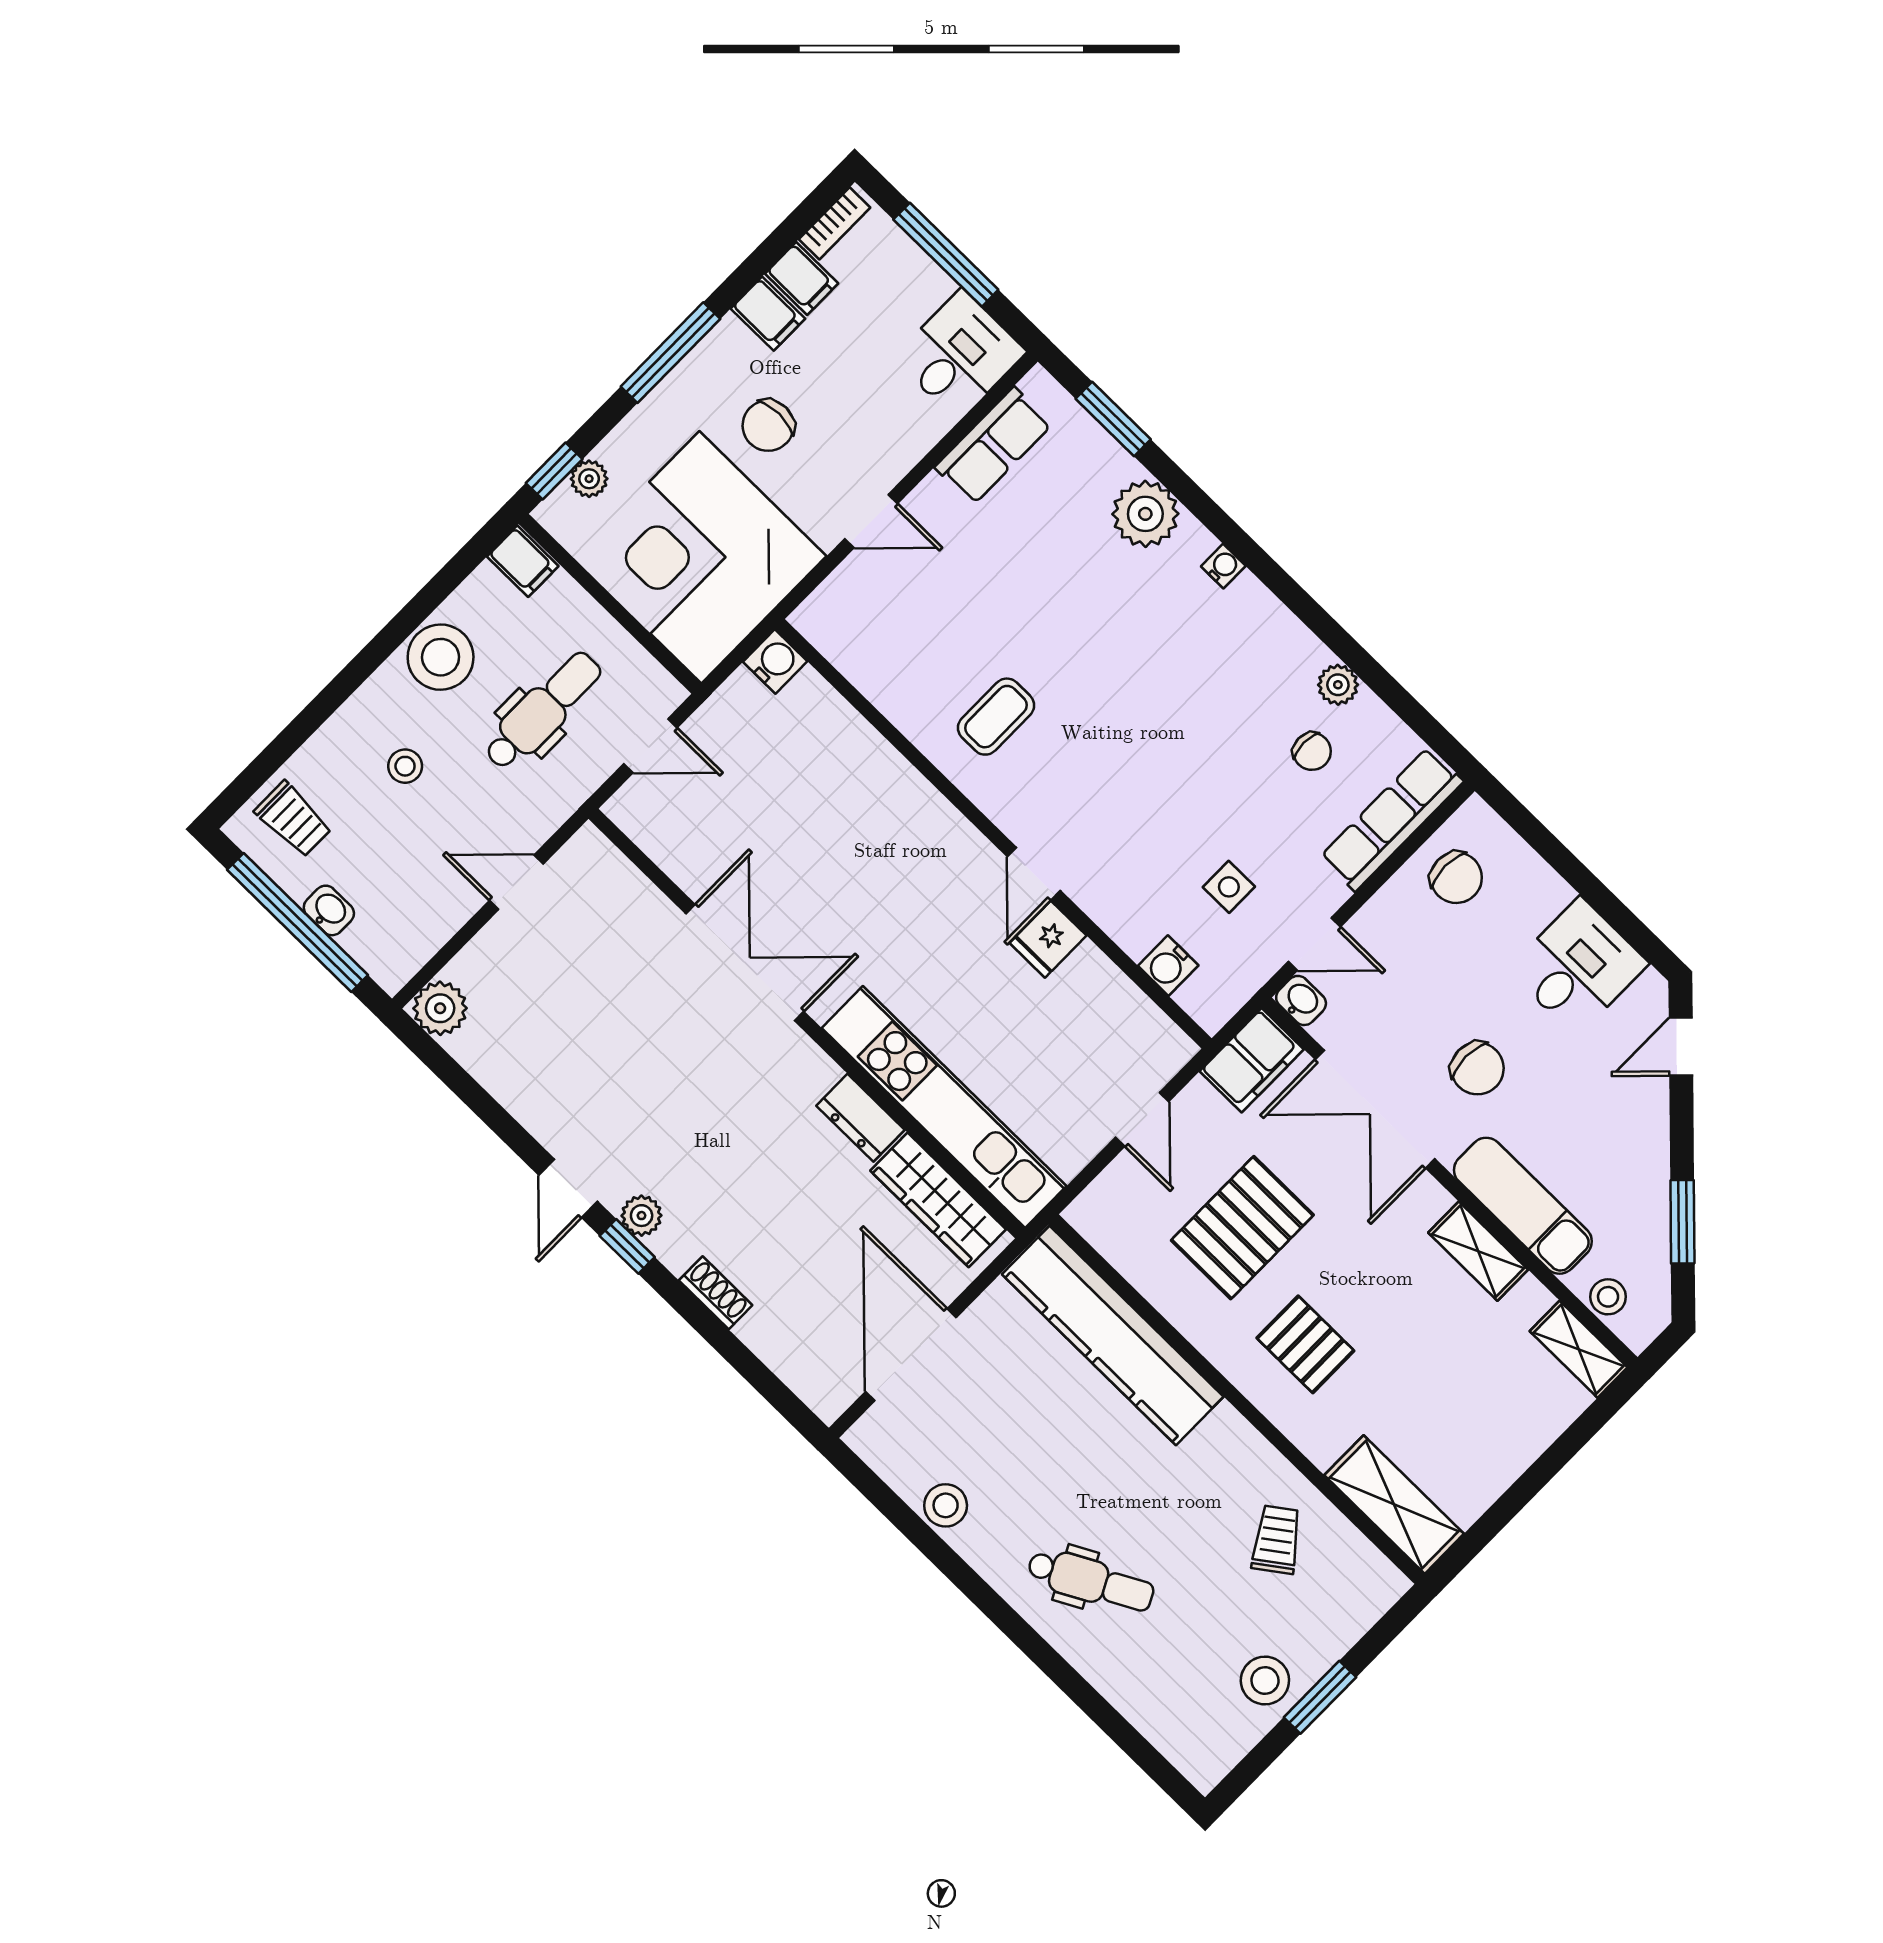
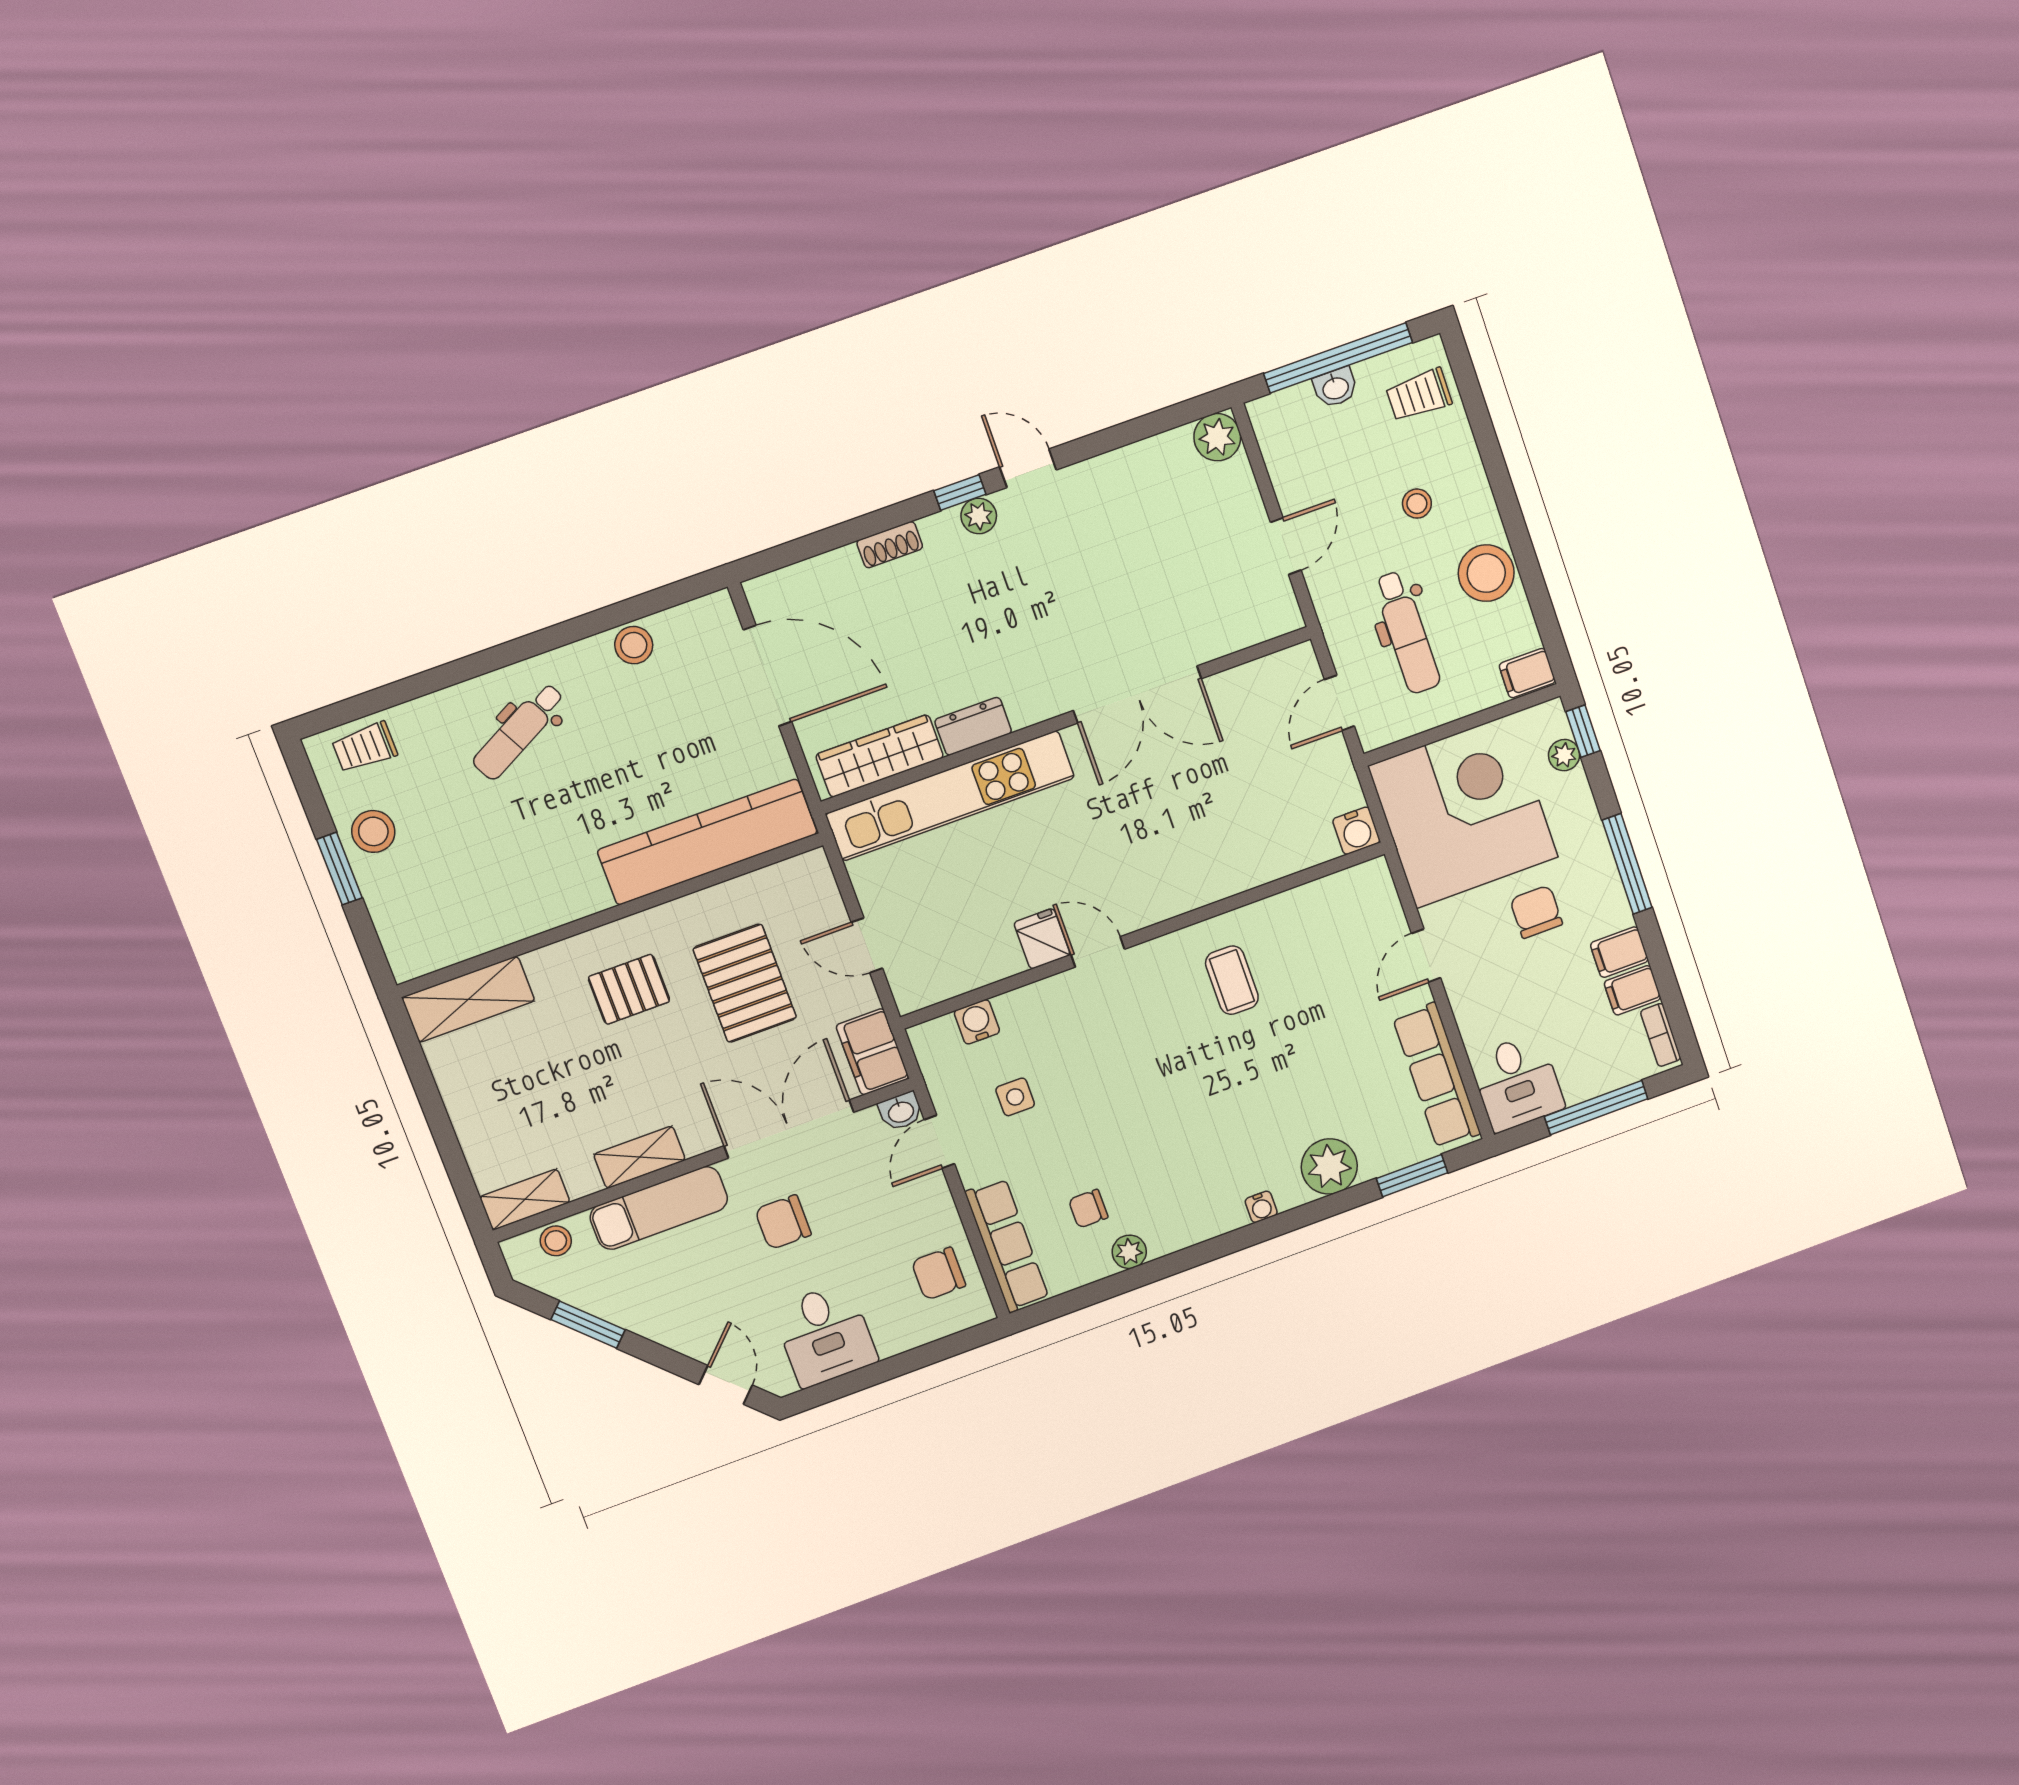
row of seats: (993, 446) -> (1437, 1076), width x1.48
trolley: (1277, 1540) -> (365, 747), moved, turned 126

